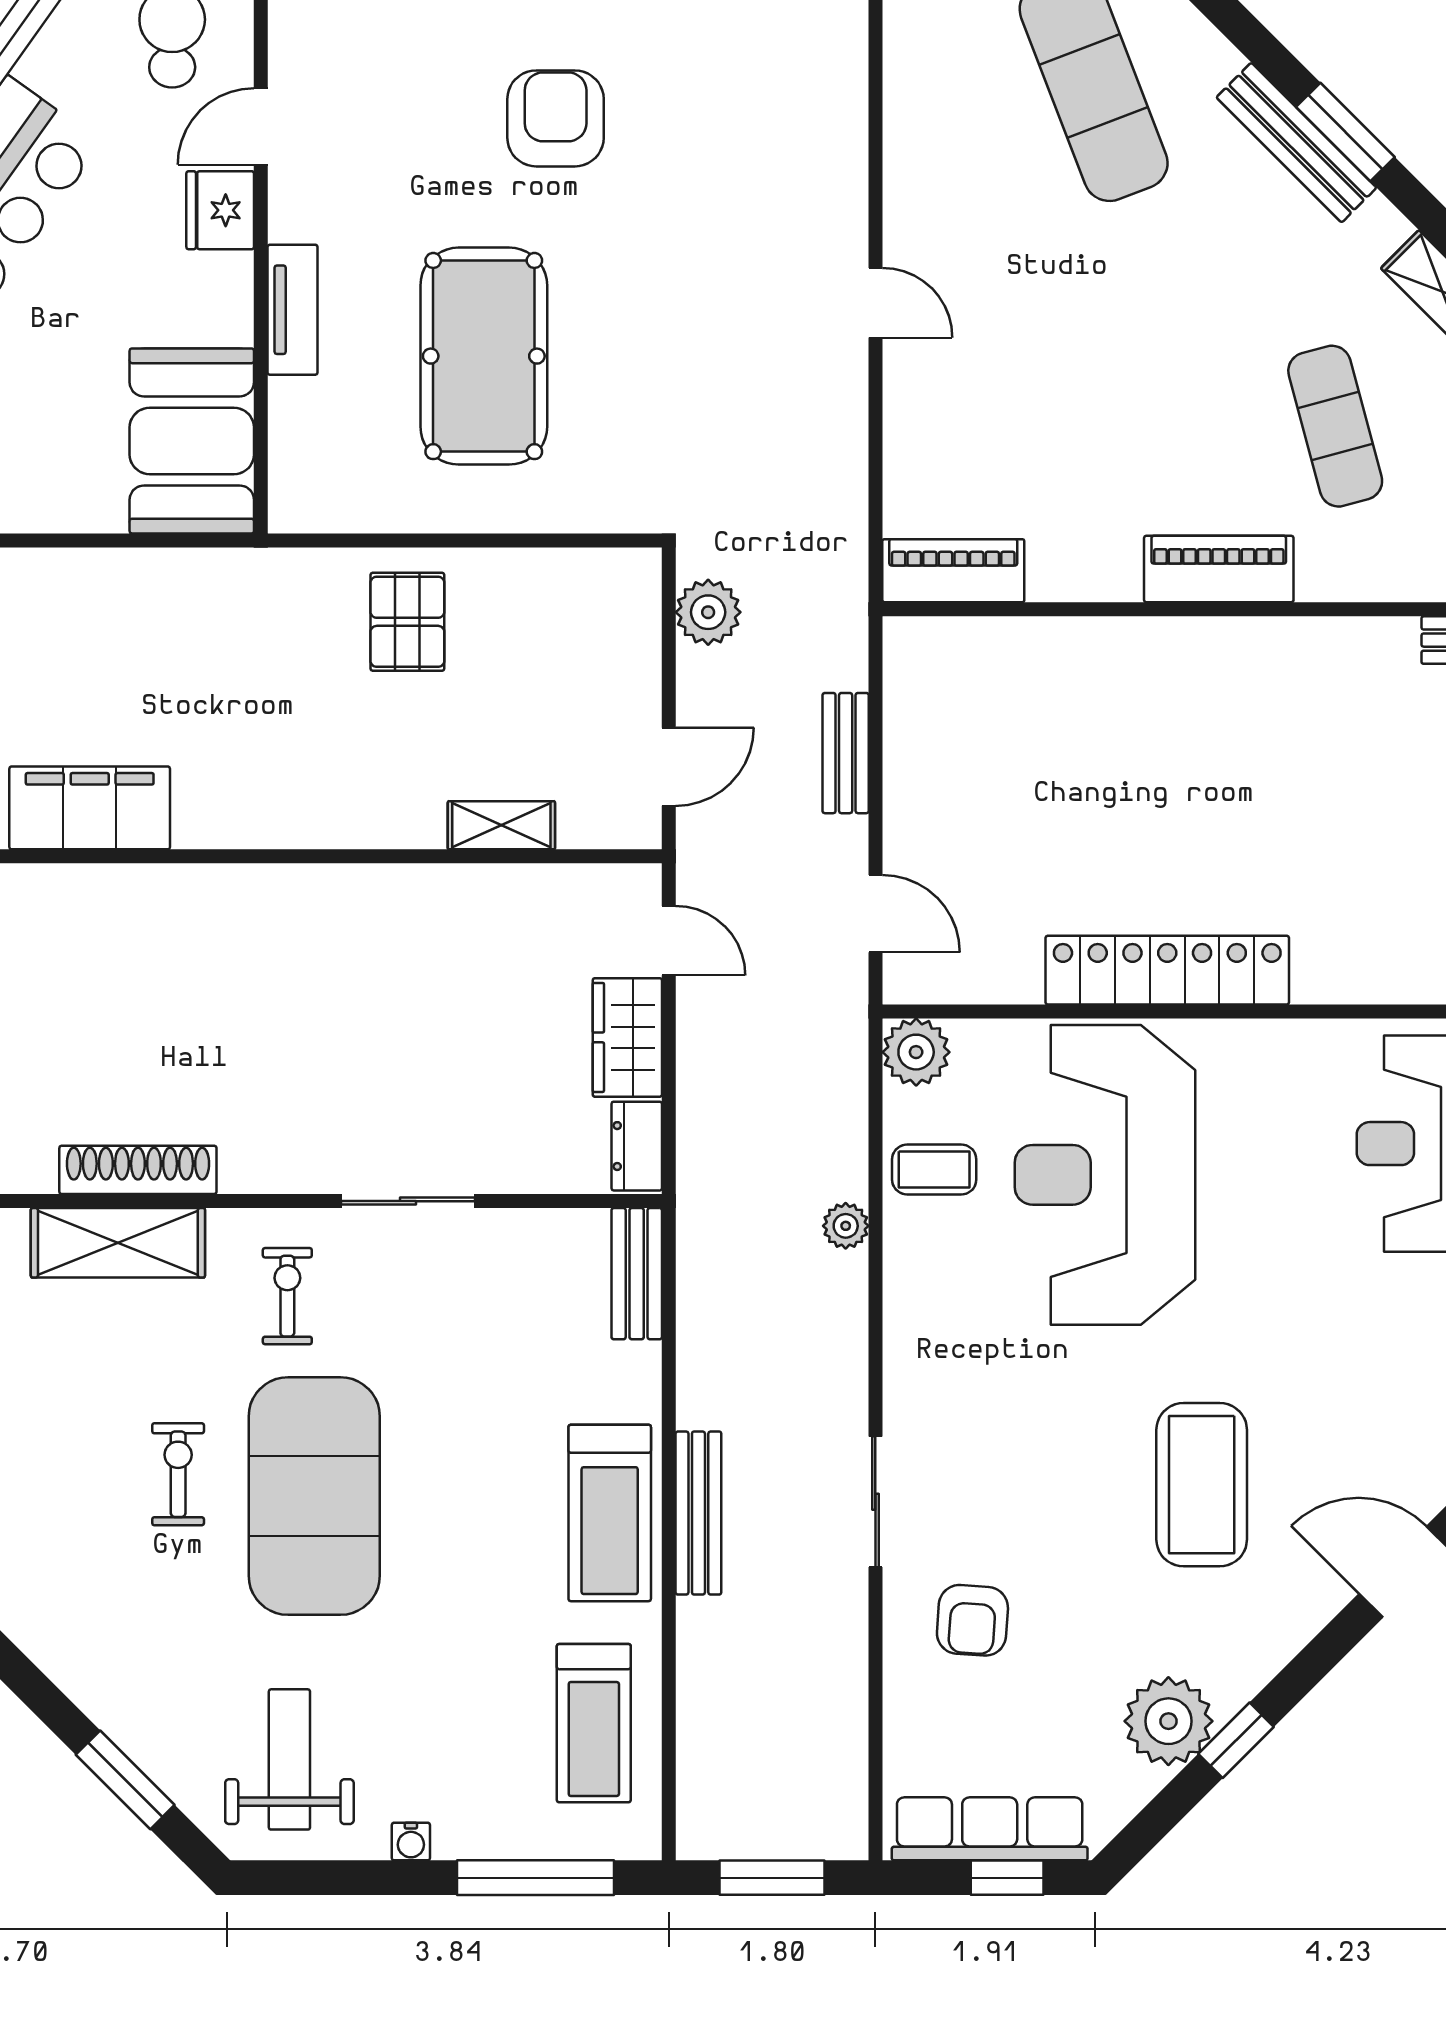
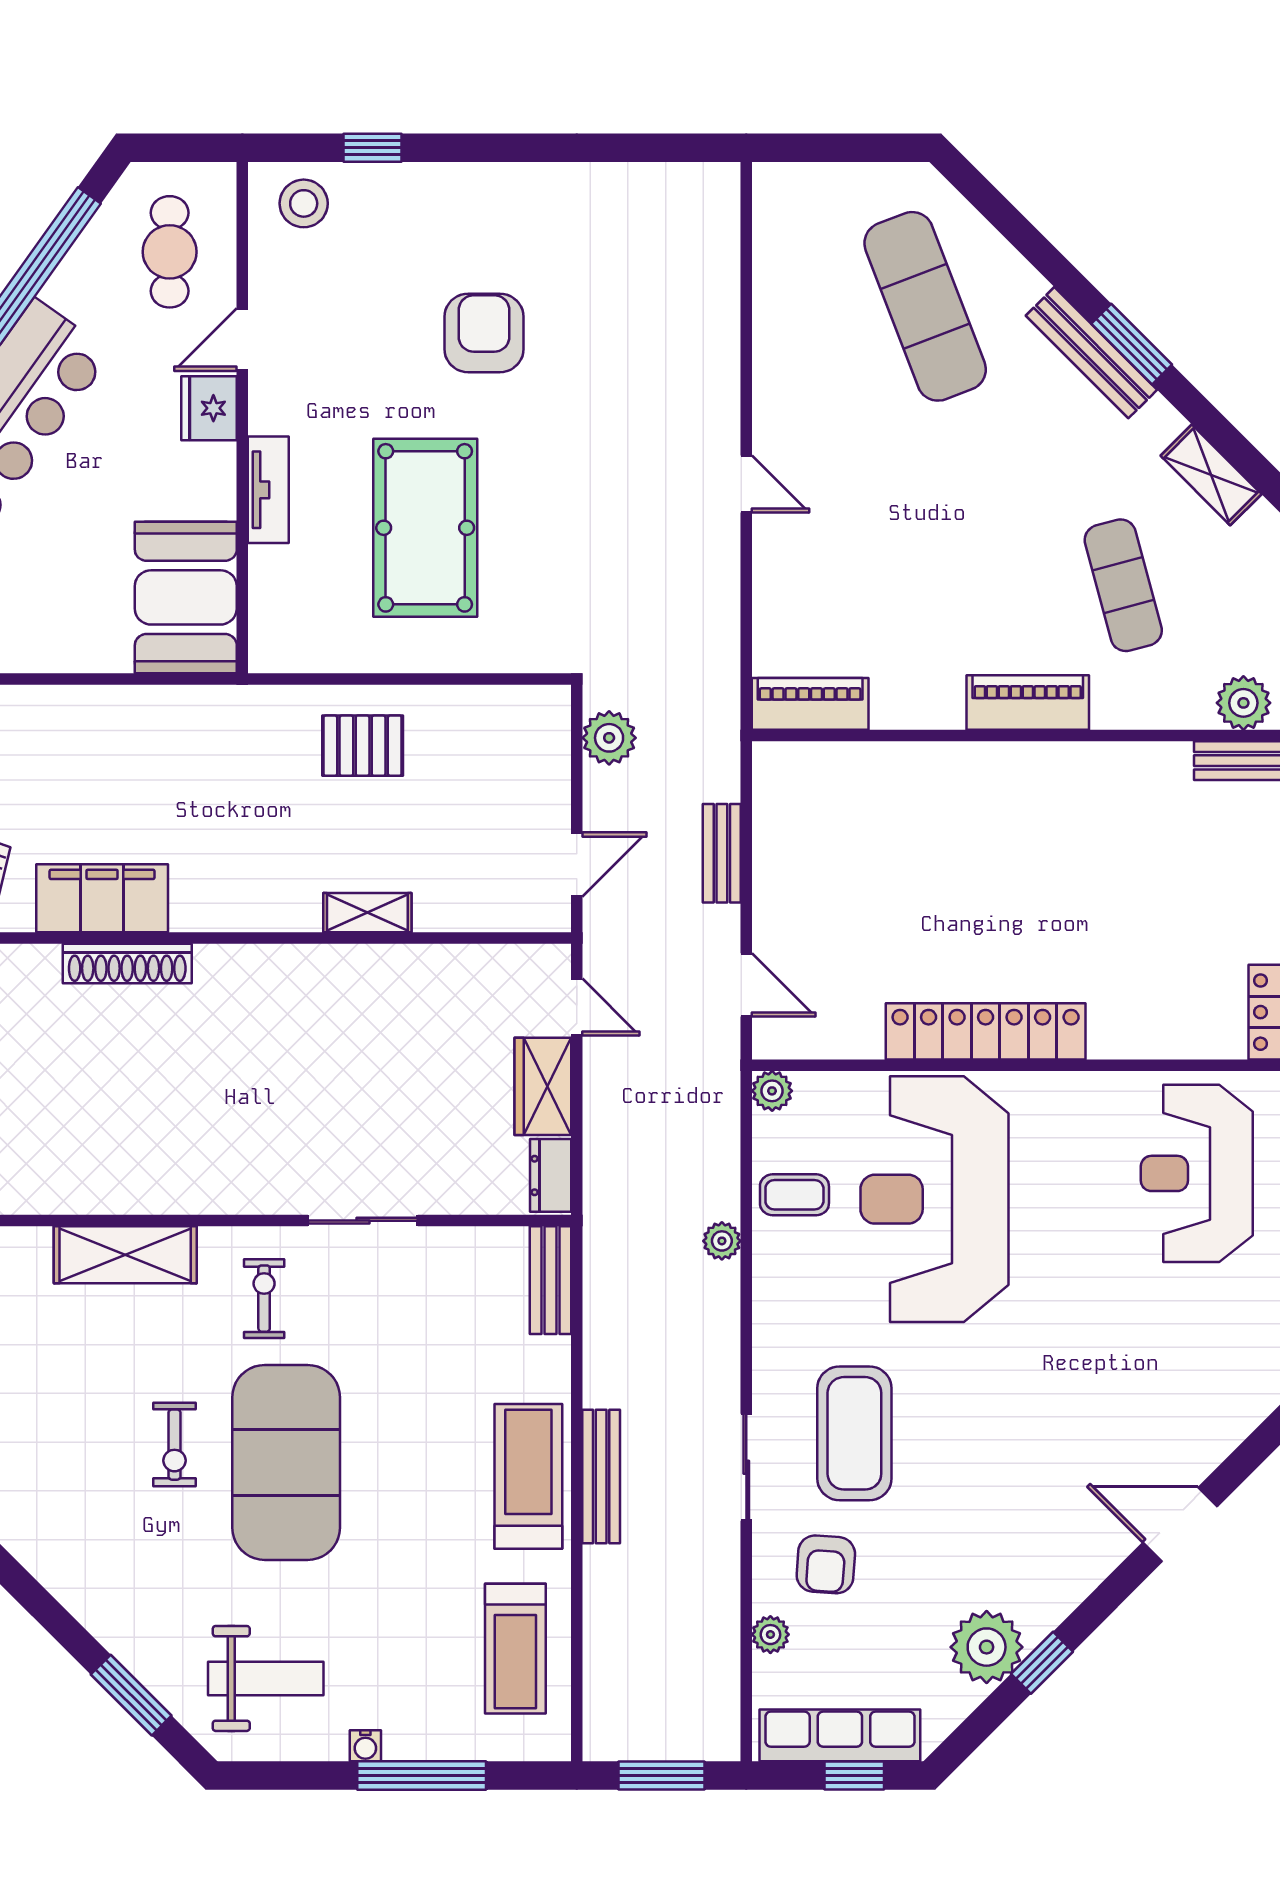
pallet: (407, 622) -> (363, 746), turned 90
shelving: (501, 825) -> (367, 913), moved
plant: (916, 1052) -> (772, 1091), width x0.73, depth x0.73
shoe rack: (138, 1170) -> (127, 964), moved, turned 180
exercise bike: (178, 1474) -> (175, 1445), turned 180
coffee table: (1202, 1485) -> (854, 1433), moved
treadmill: (610, 1513) -> (528, 1476), turned 180
plant: (905, 1706) -> (770, 1635), added
weight bench: (289, 1759) -> (266, 1678), turned 90
window: (536, 1878) -> (422, 1775), moved

